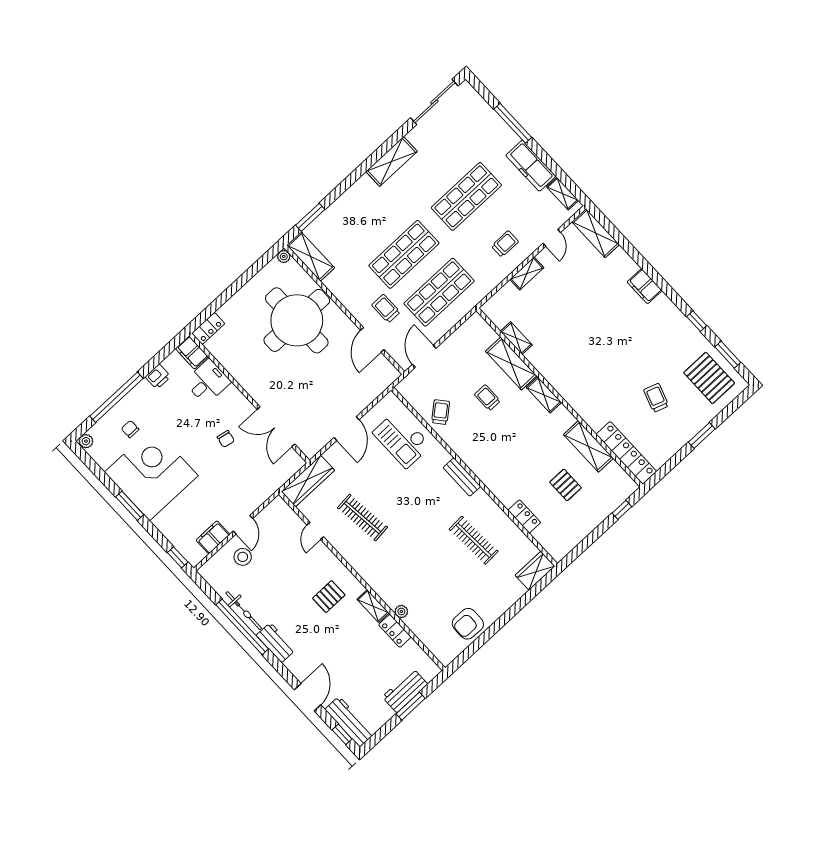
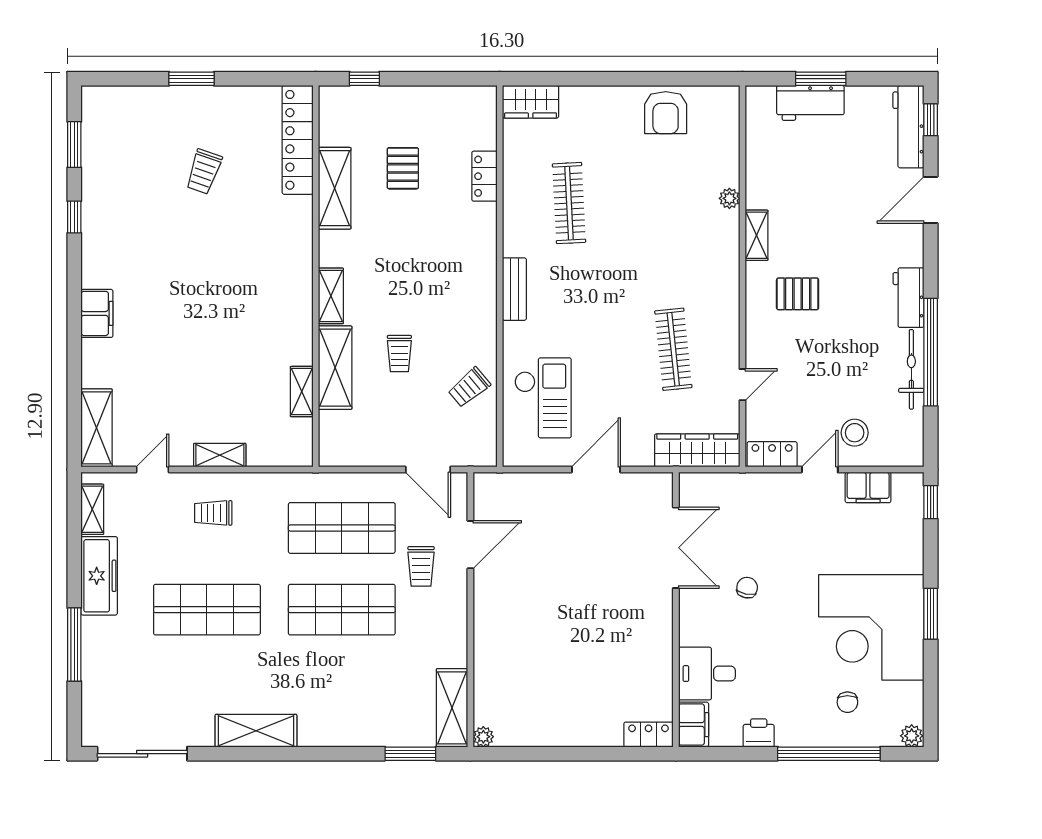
round table: (297, 320) -> (537, 649), removed
door: (424, 356) -> (428, 470), hinge flipped
pallet: (709, 378) -> (121, 138), removed
armchair: (468, 624) -> (666, 113), turned 89
locker: (395, 631) -> (772, 454), moved, turned -90

